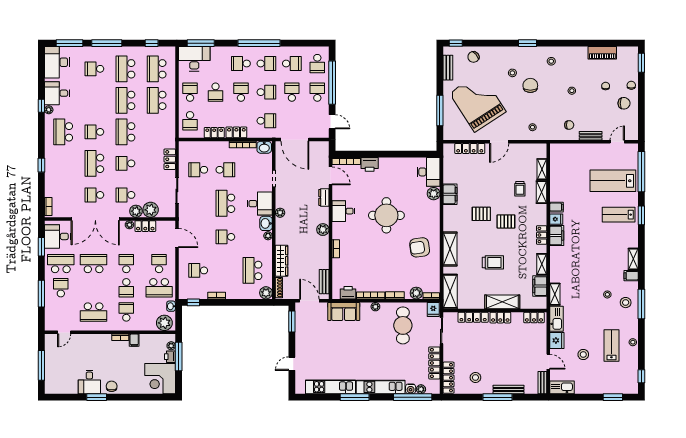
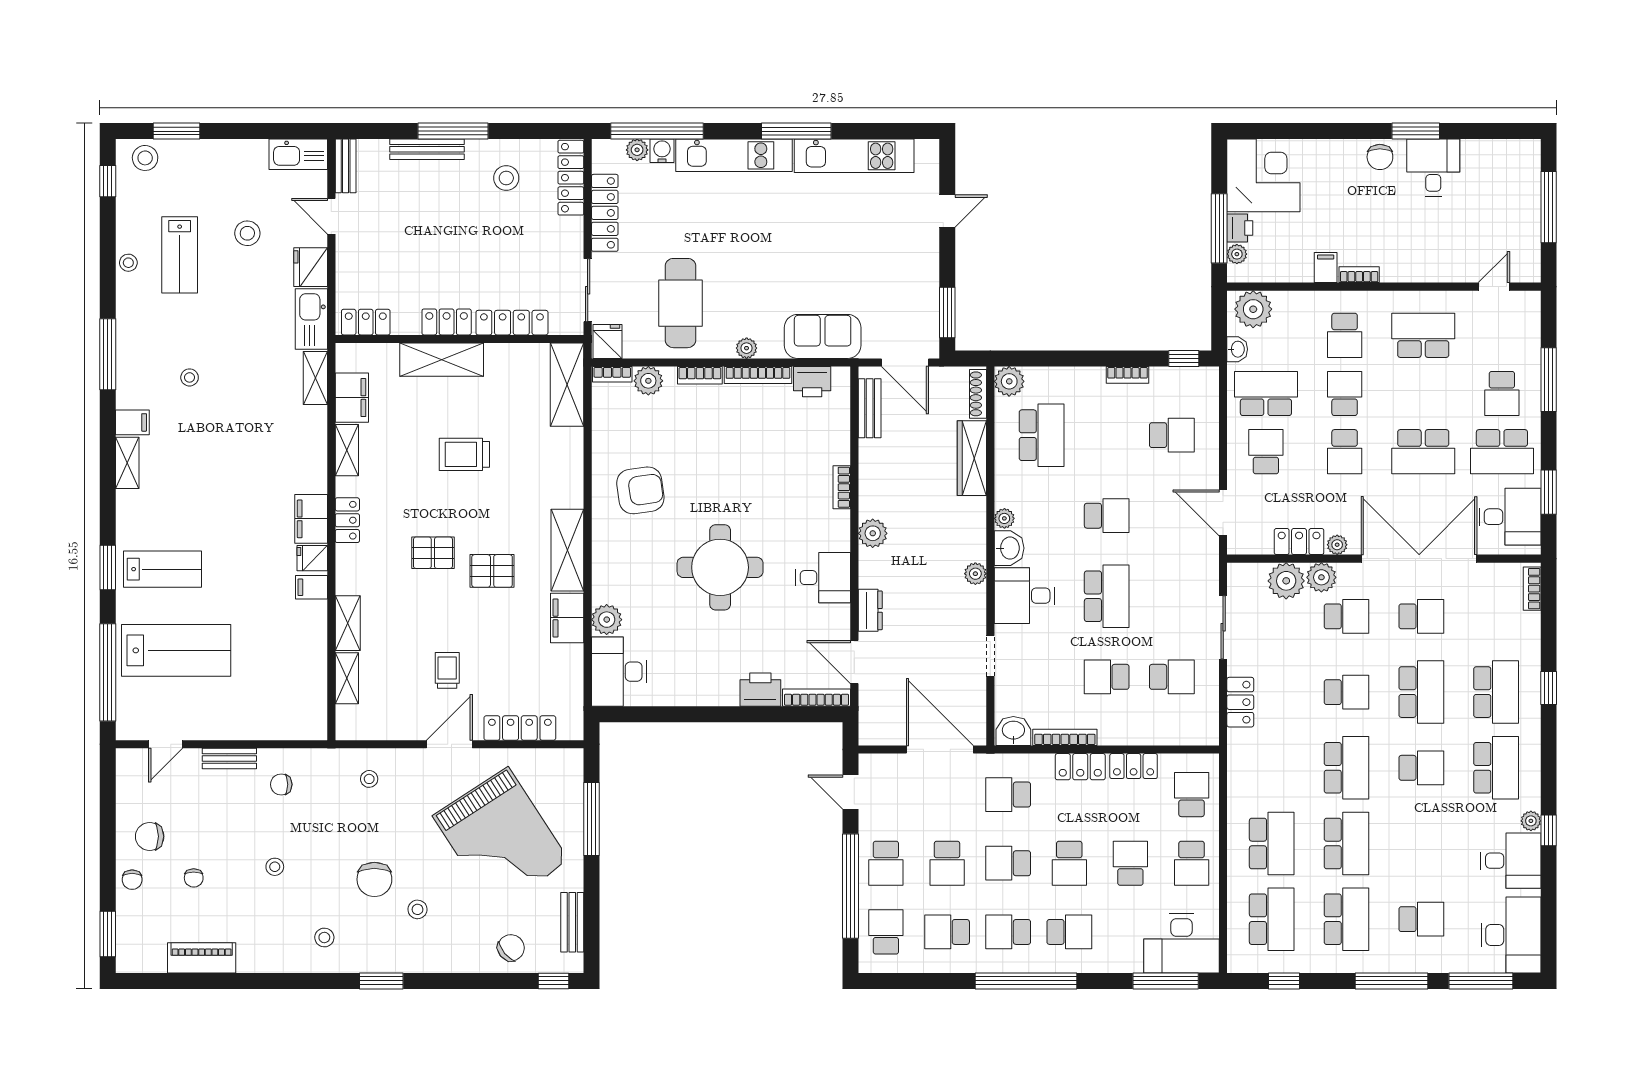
school desk: (63, 163) -> (1496, 692), added
trolley: (520, 189) -> (447, 670), moved
shelving: (450, 249) -> (567, 550), moved
school desk: (159, 264) -> (1266, 452), turned 180
stool: (626, 303) -> (145, 158), moved

